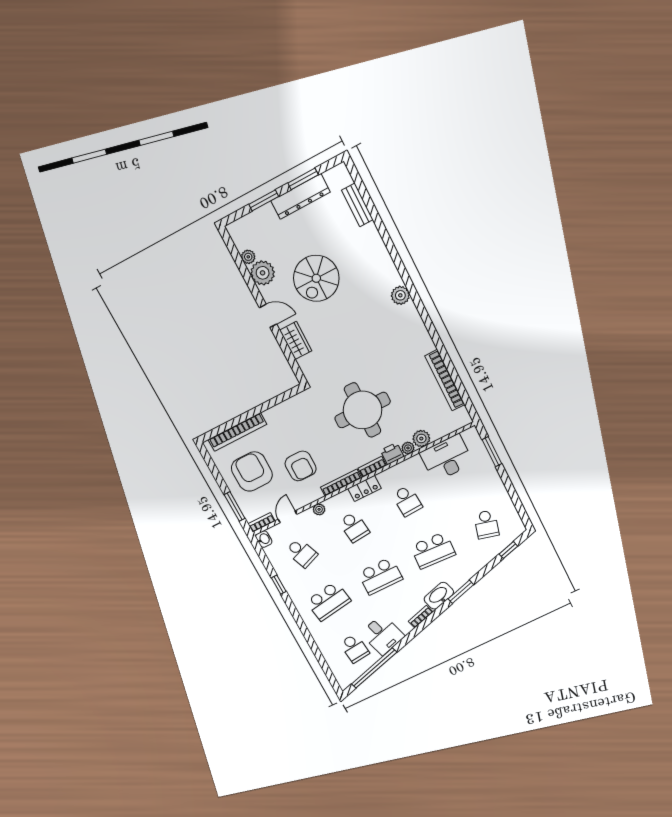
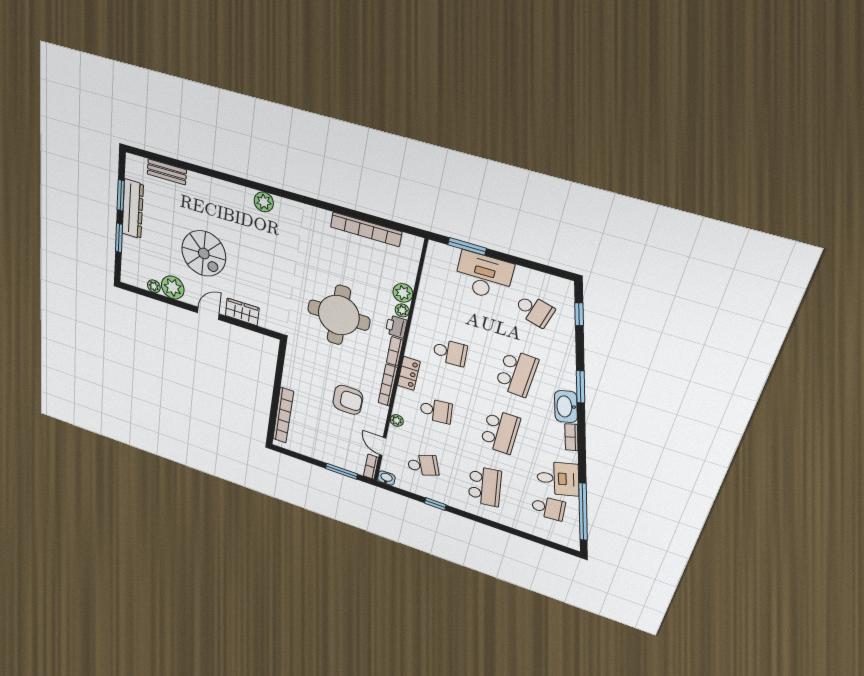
desk: (447, 458) -> (484, 276), moved, turned 90
armchair: (252, 472) -> (323, 435), removed

